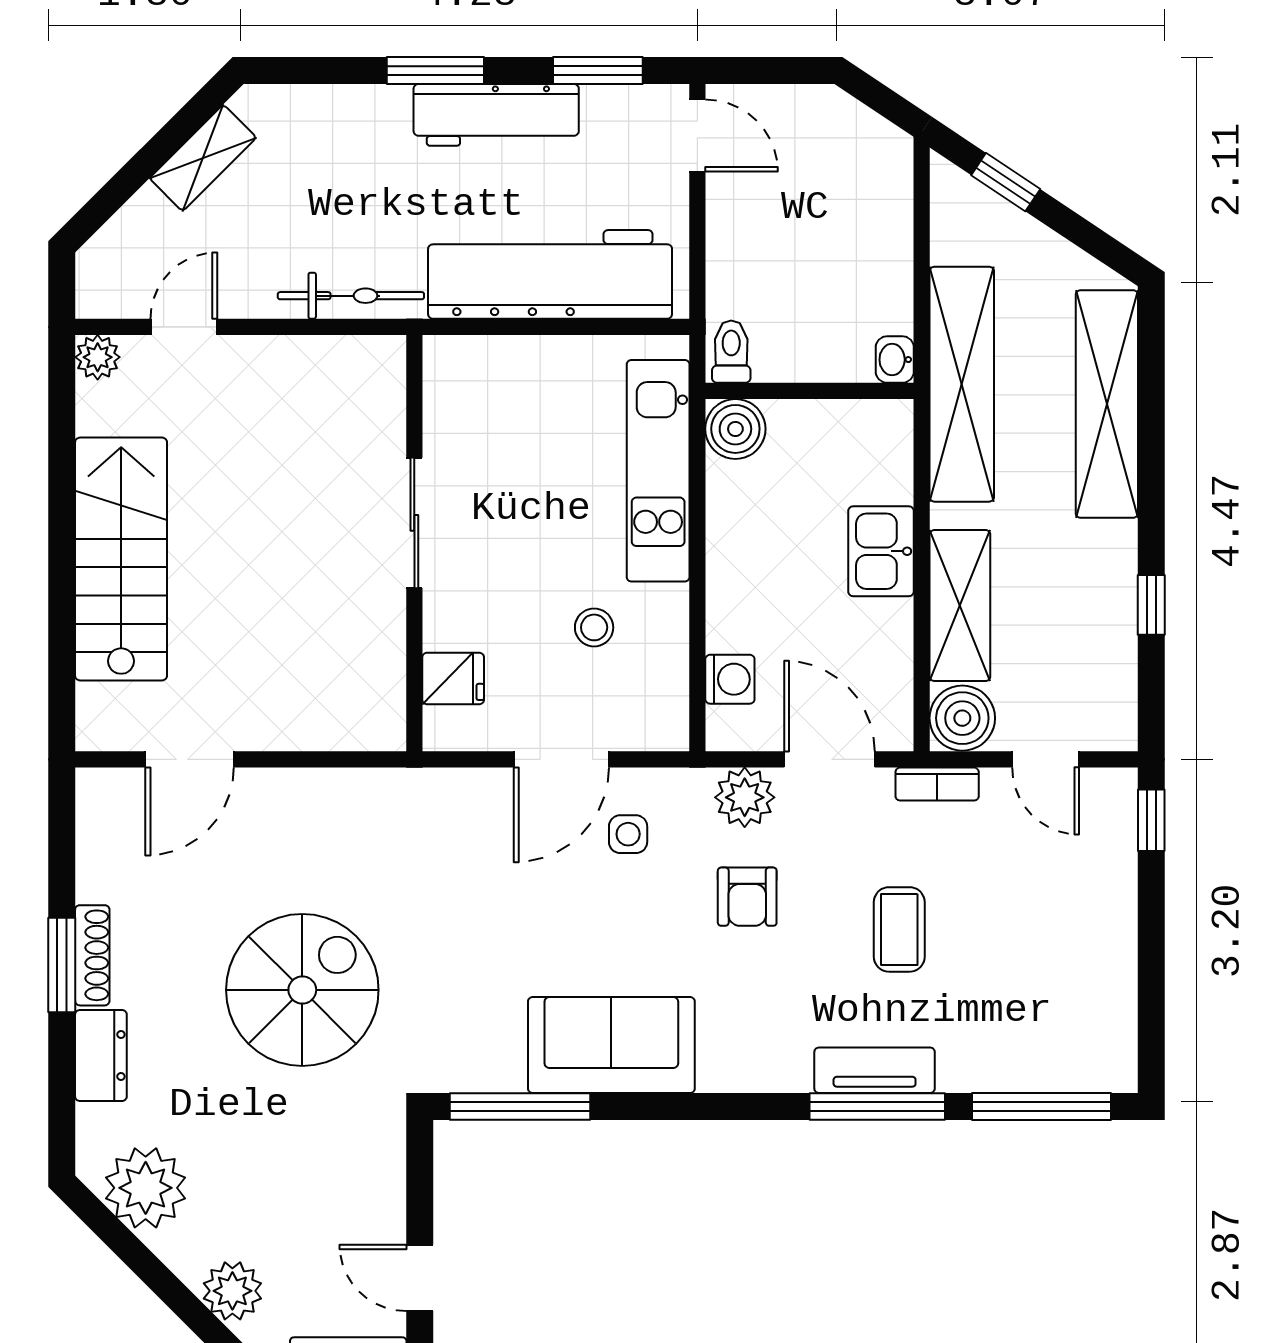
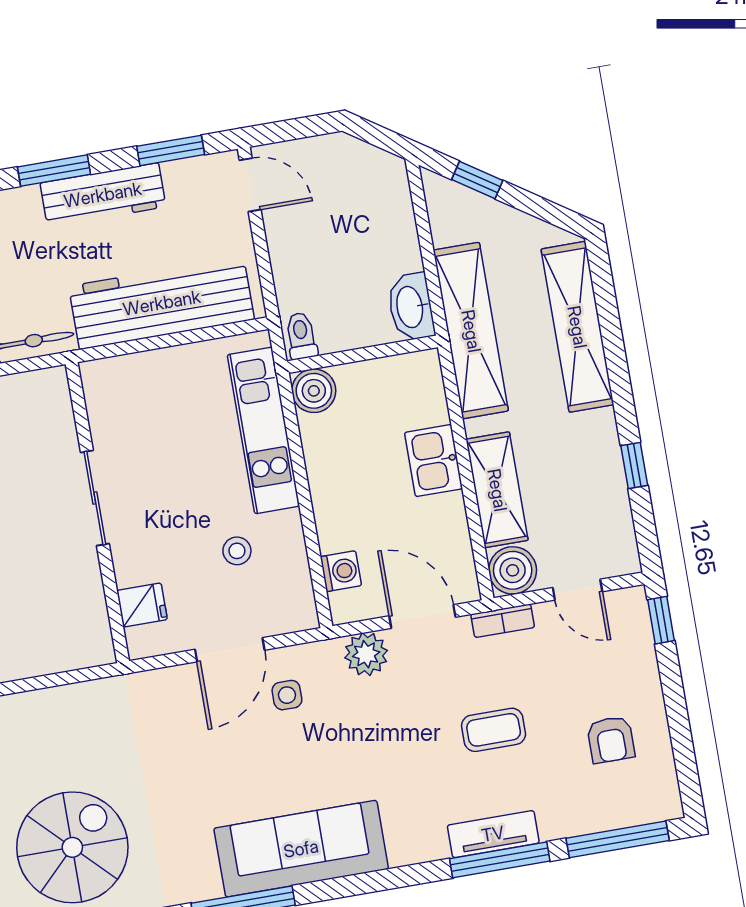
washbasin: (895, 360) -> (411, 307), width x1.91, depth x1.45
armchair: (747, 897) -> (611, 740), moved
coffee table: (899, 929) -> (494, 730), turned 90
sofa: (611, 1045) -> (301, 849), width x1.36

